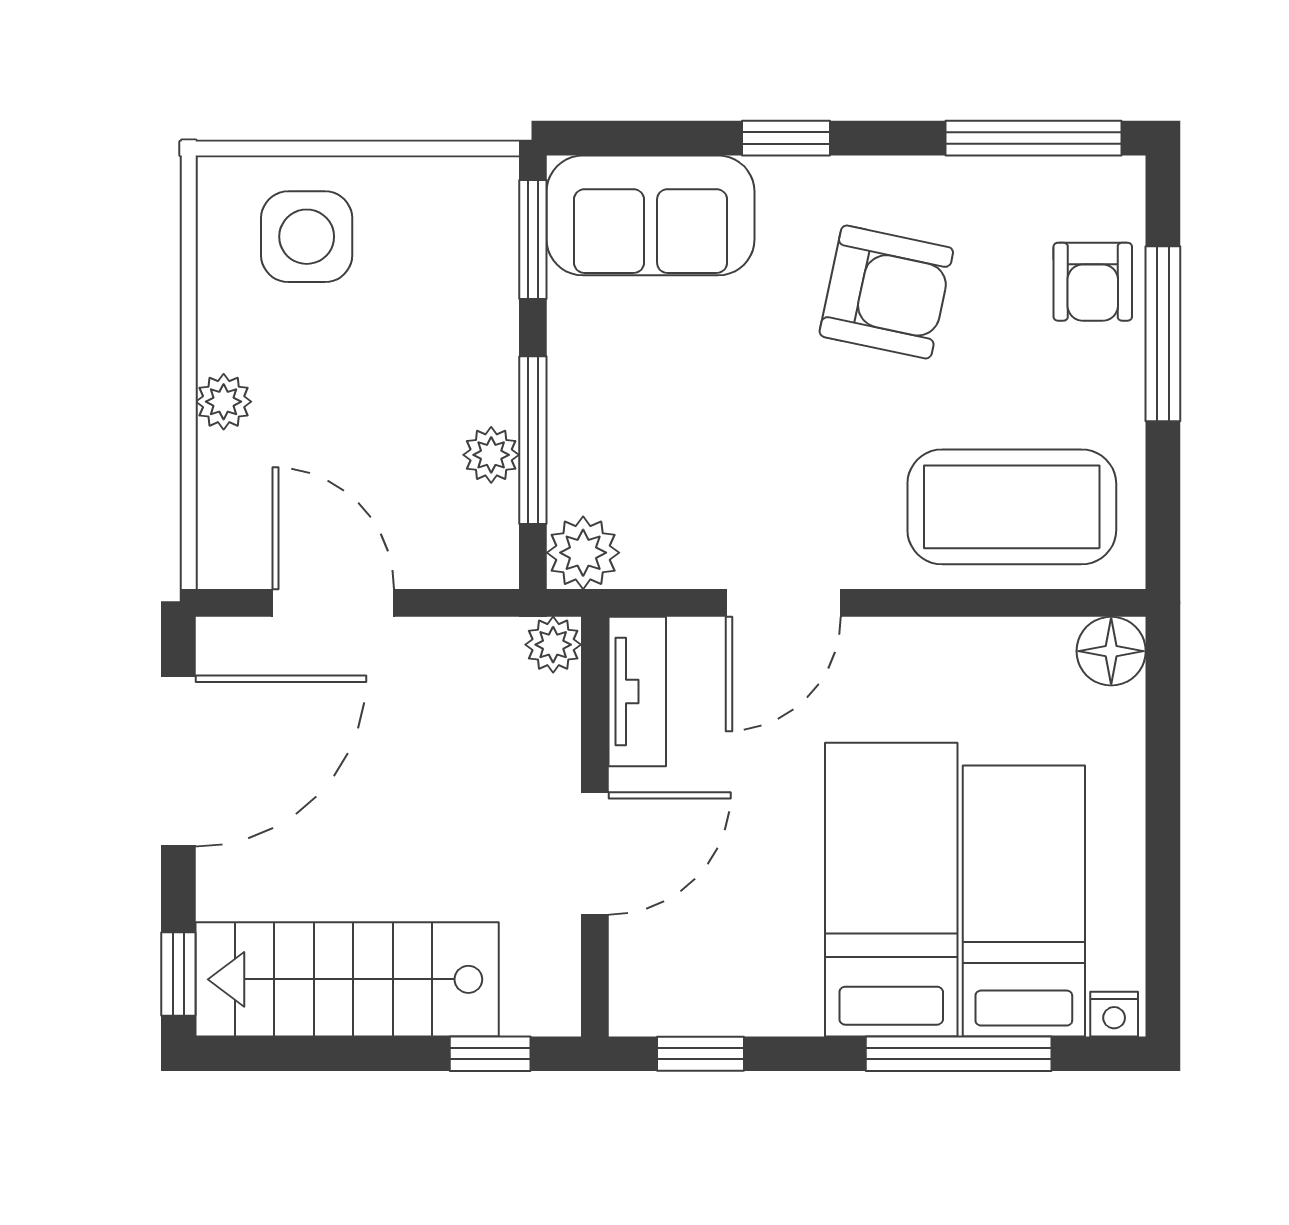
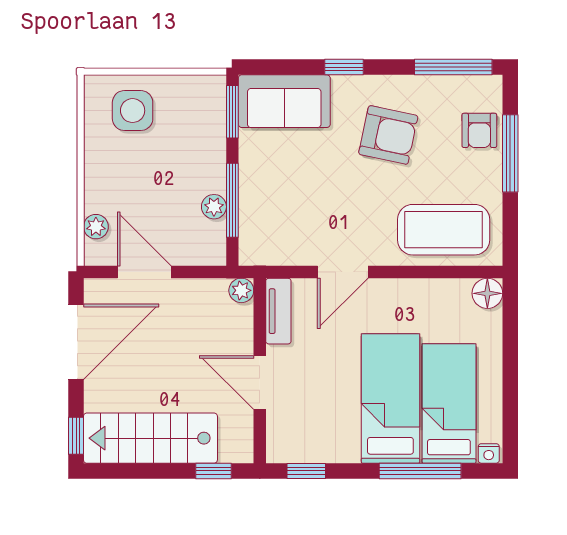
plant: (224, 402) -> (96, 227), moved
plant: (583, 553) -> (254, 250), removed
door: (595, 853) -> (260, 383), swing flipped

